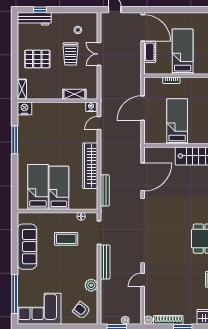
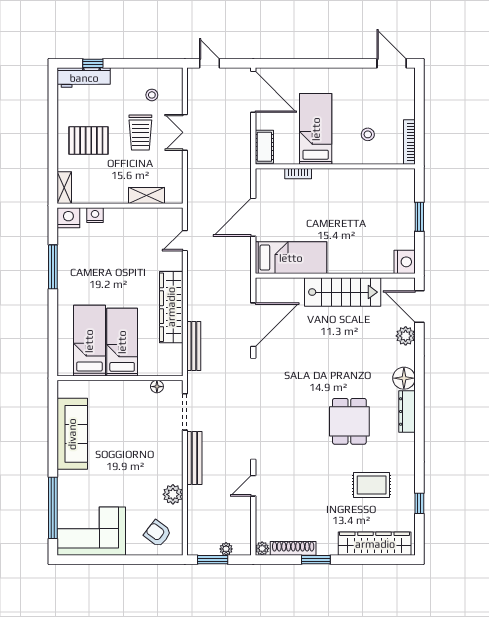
cot: (150, 52) -> (264, 147), moved
nightstand: (91, 107) -> (95, 215), moved
bed: (177, 121) -> (291, 258), moved, turned 90
coffee table: (66, 239) -> (134, 422), removed

